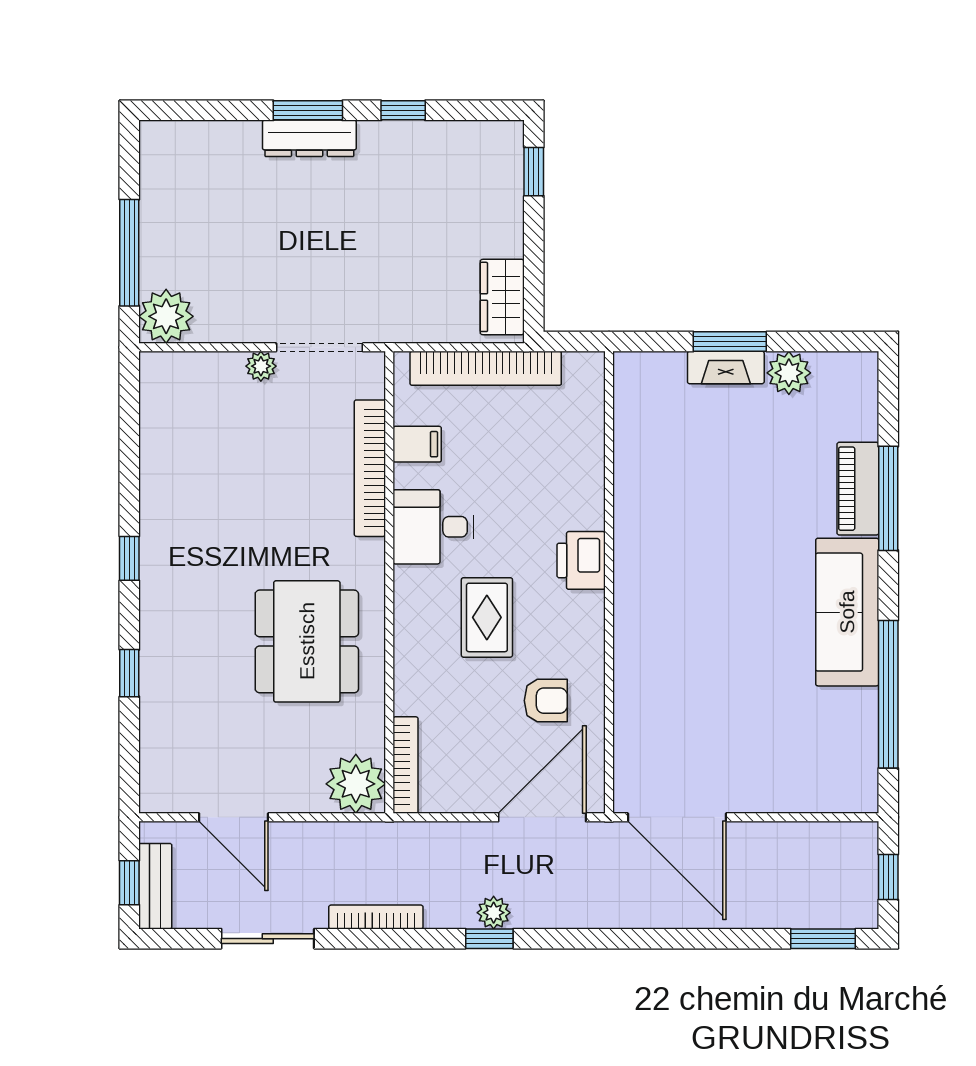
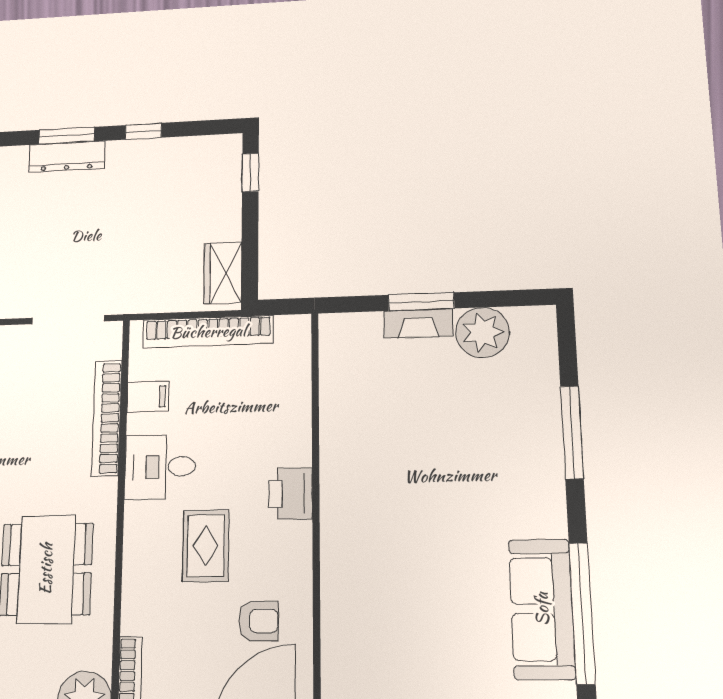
plant: (261, 366) -> (19, 337), removed
plant: (789, 373) -> (482, 332), width x1.36, depth x1.36
piano: (858, 489) -> (543, 424), removed
sofa: (847, 612) -> (542, 609), moved

